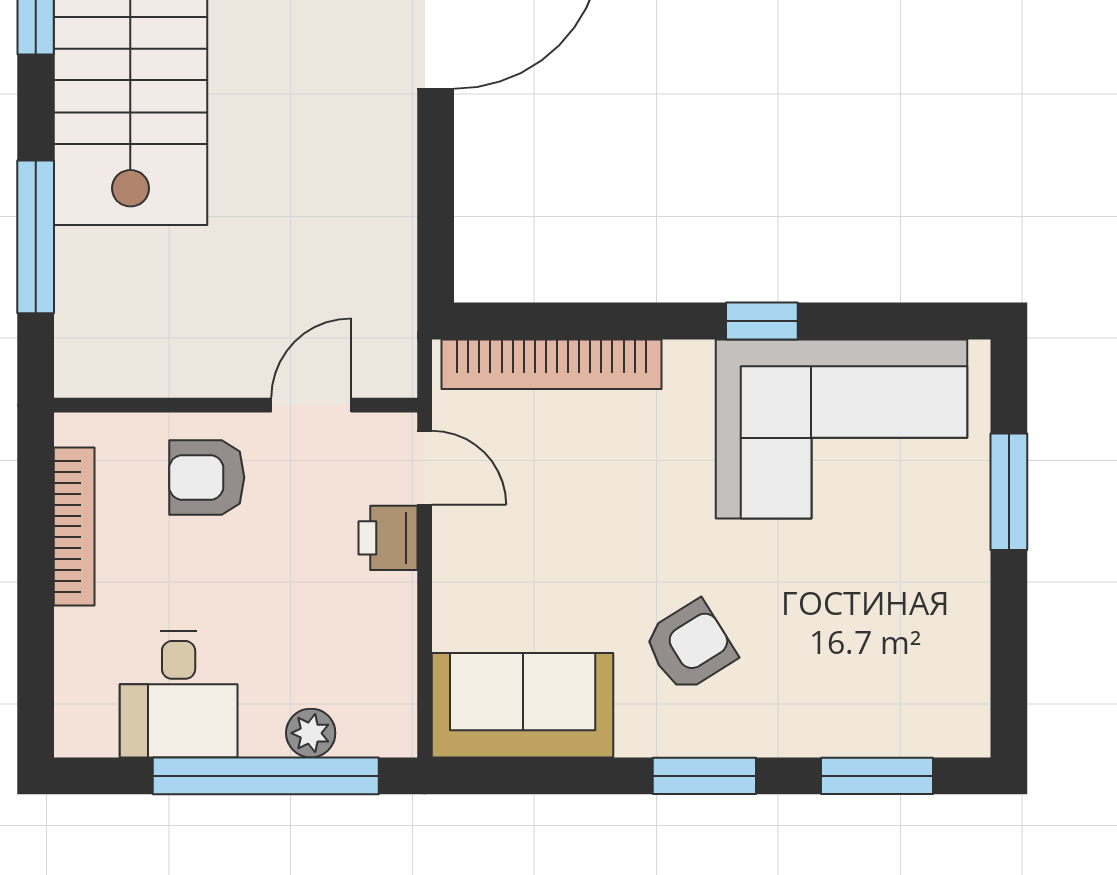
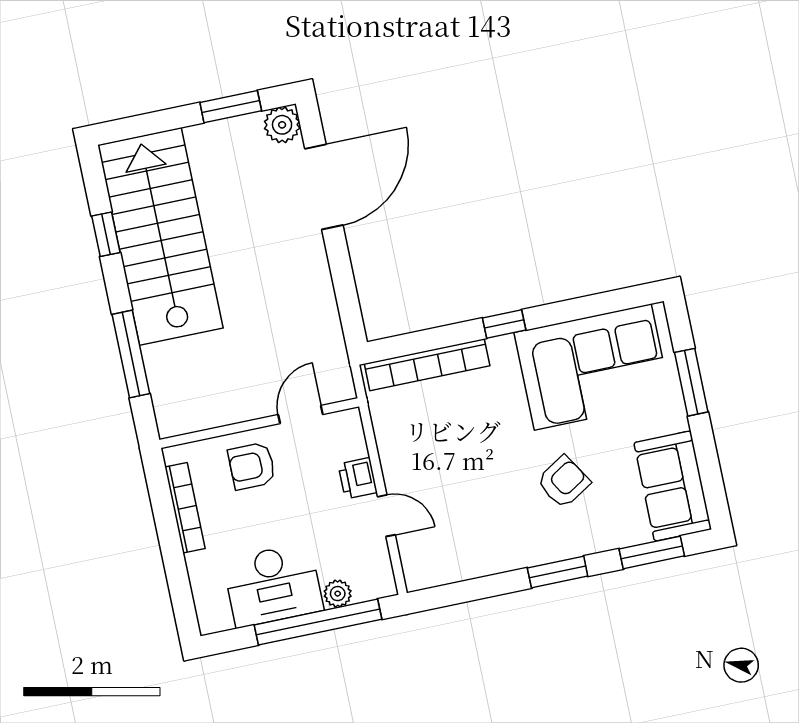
window: (762, 321) -> (504, 324), moved
door: (425, 468) -> (386, 516), moved
armchair: (690, 646) -> (564, 482), moved
desk: (179, 694) -> (273, 585), width x1.37
sofa: (523, 705) -> (673, 486), moved, turned -90

